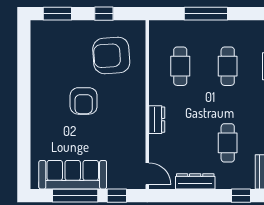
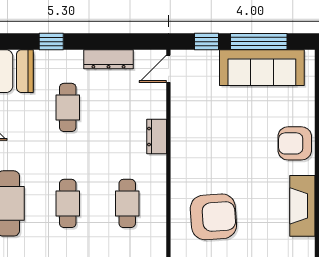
fireplace: (40, 64) -> (302, 206), added
armchair: (84, 101) -> (295, 143), moved, turned -90
door: (147, 174) -> (168, 69), hinge flipped

